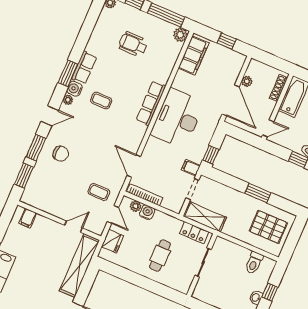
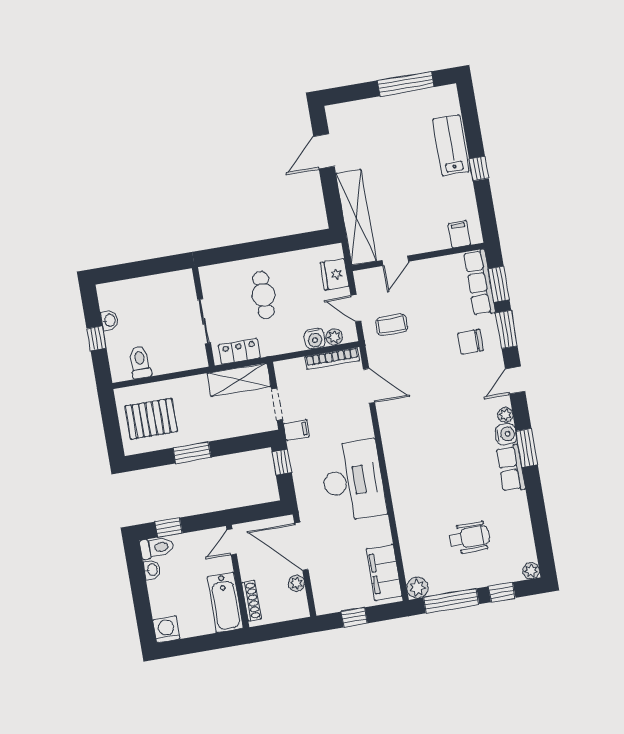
coffee table: (101, 100) -> (463, 441), removed
row of seats: (151, 103) -> (480, 283), moved, turned 180

